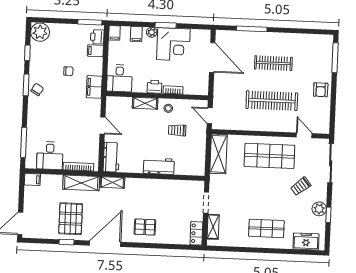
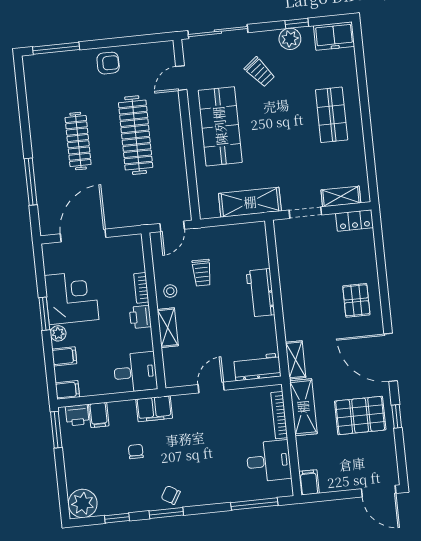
shelving: (218, 154) -> (250, 202), moved
freezer: (306, 241) -> (334, 36), moved, turned -90

